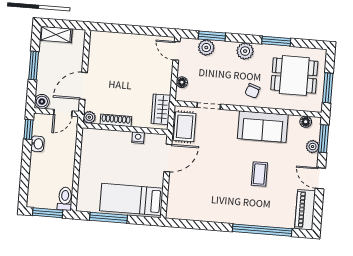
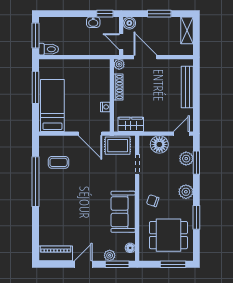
bench: (122, 40) -> (187, 87), added
dining table: (294, 76) -> (168, 235), turned 90
floor lamp: (182, 82) -> (159, 144), width x1.89, depth x1.89
window: (328, 88) -> (173, 264), moved
coffee table: (259, 174) -> (59, 162), moved
window: (262, 230) -> (35, 182), moved

